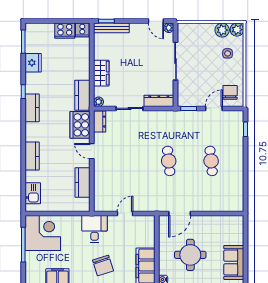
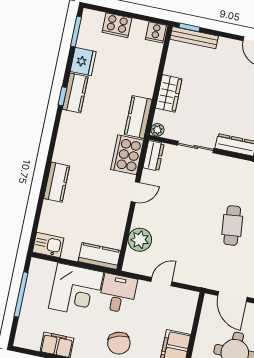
cooker: (65, 31) -> (117, 25), moved
kitchen counter: (32, 108) -> (75, 93), moved
door: (92, 151) -> (135, 192), swing flipped
kitchen counter: (83, 182) -> (99, 256), moved, turned 90
plant: (103, 186) -> (140, 240), added
kitchen sink: (33, 193) -> (48, 245), moved, turned -90
door: (180, 213) -> (232, 296), hinge flipped
corner desk: (43, 233) -> (76, 290), moved, turned 90

